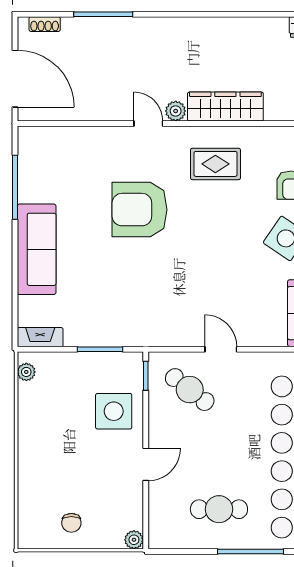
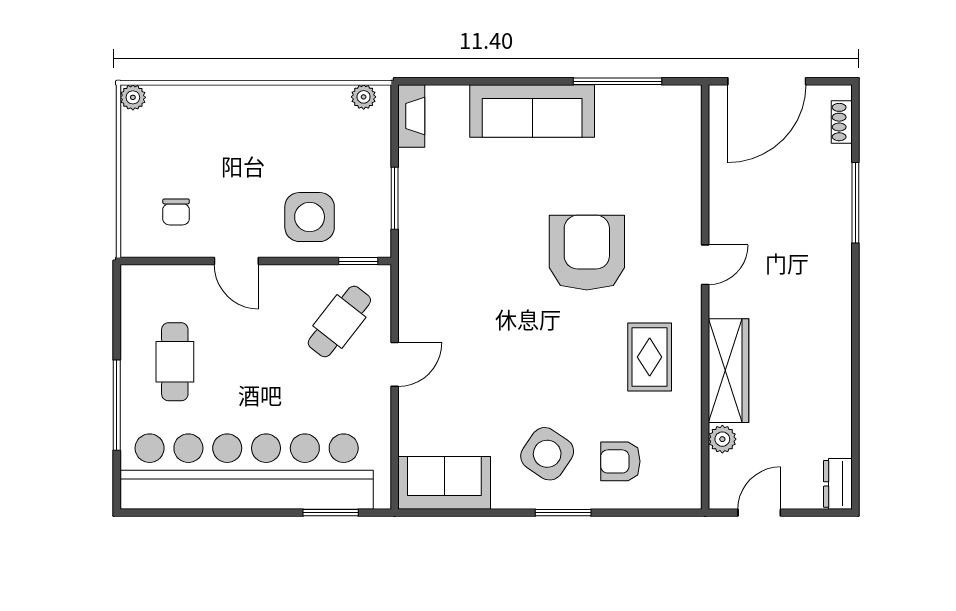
plant: (176, 111) -> (722, 439), moved
chair: (71, 523) -> (176, 212), moved, turned -90
plant: (134, 540) -> (133, 97), moved

